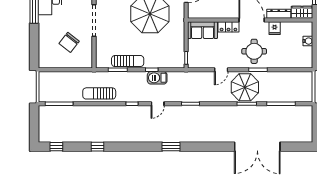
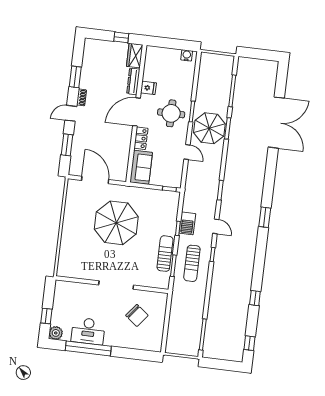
water cooler: (308, 41) -> (187, 55), moved
sun lounger: (99, 93) -> (192, 263), moved

